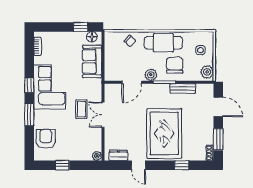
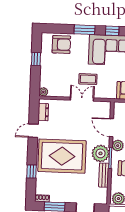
plant: (160, 93) -> (100, 153), added

